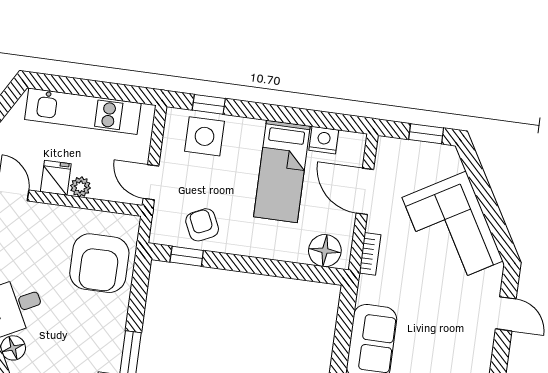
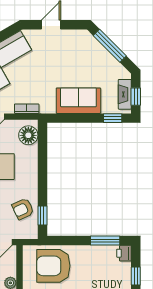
armchair: (99, 263) -> (53, 266), turned 180

